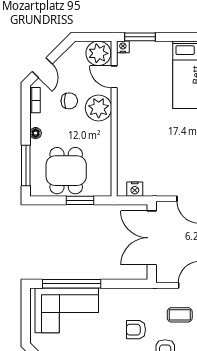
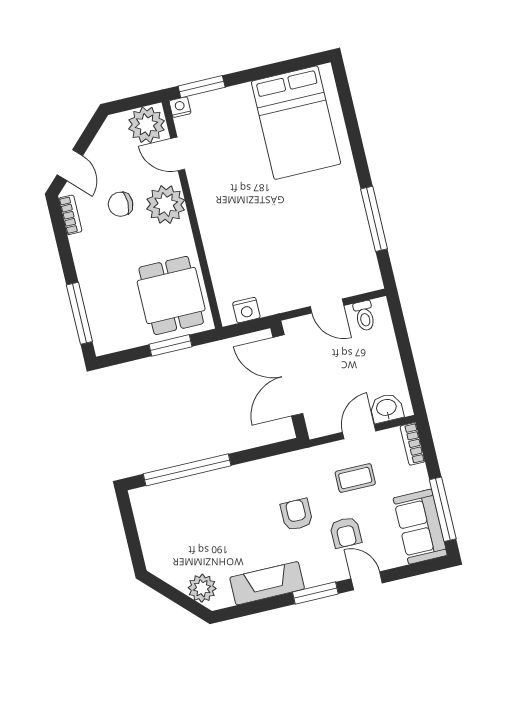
chair: (69, 101) -> (121, 204), turned 180
floor lamp: (36, 133) -> (83, 263), removed
dining table: (66, 171) -> (171, 295), moved
corner sofa: (67, 310) -> (189, 510), removed
armchair: (136, 330) -> (297, 515), turned 90

